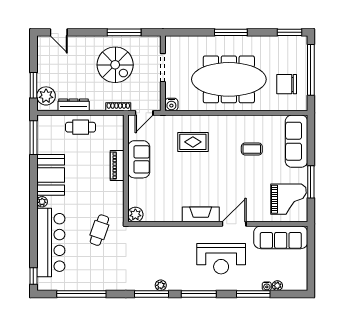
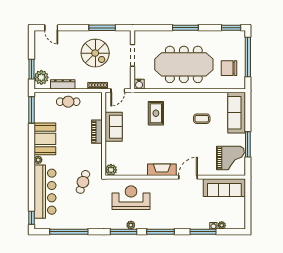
rug: (193, 142) -> (156, 113), turned 90
reception desk: (221, 259) -> (131, 198), moved, turned 180

